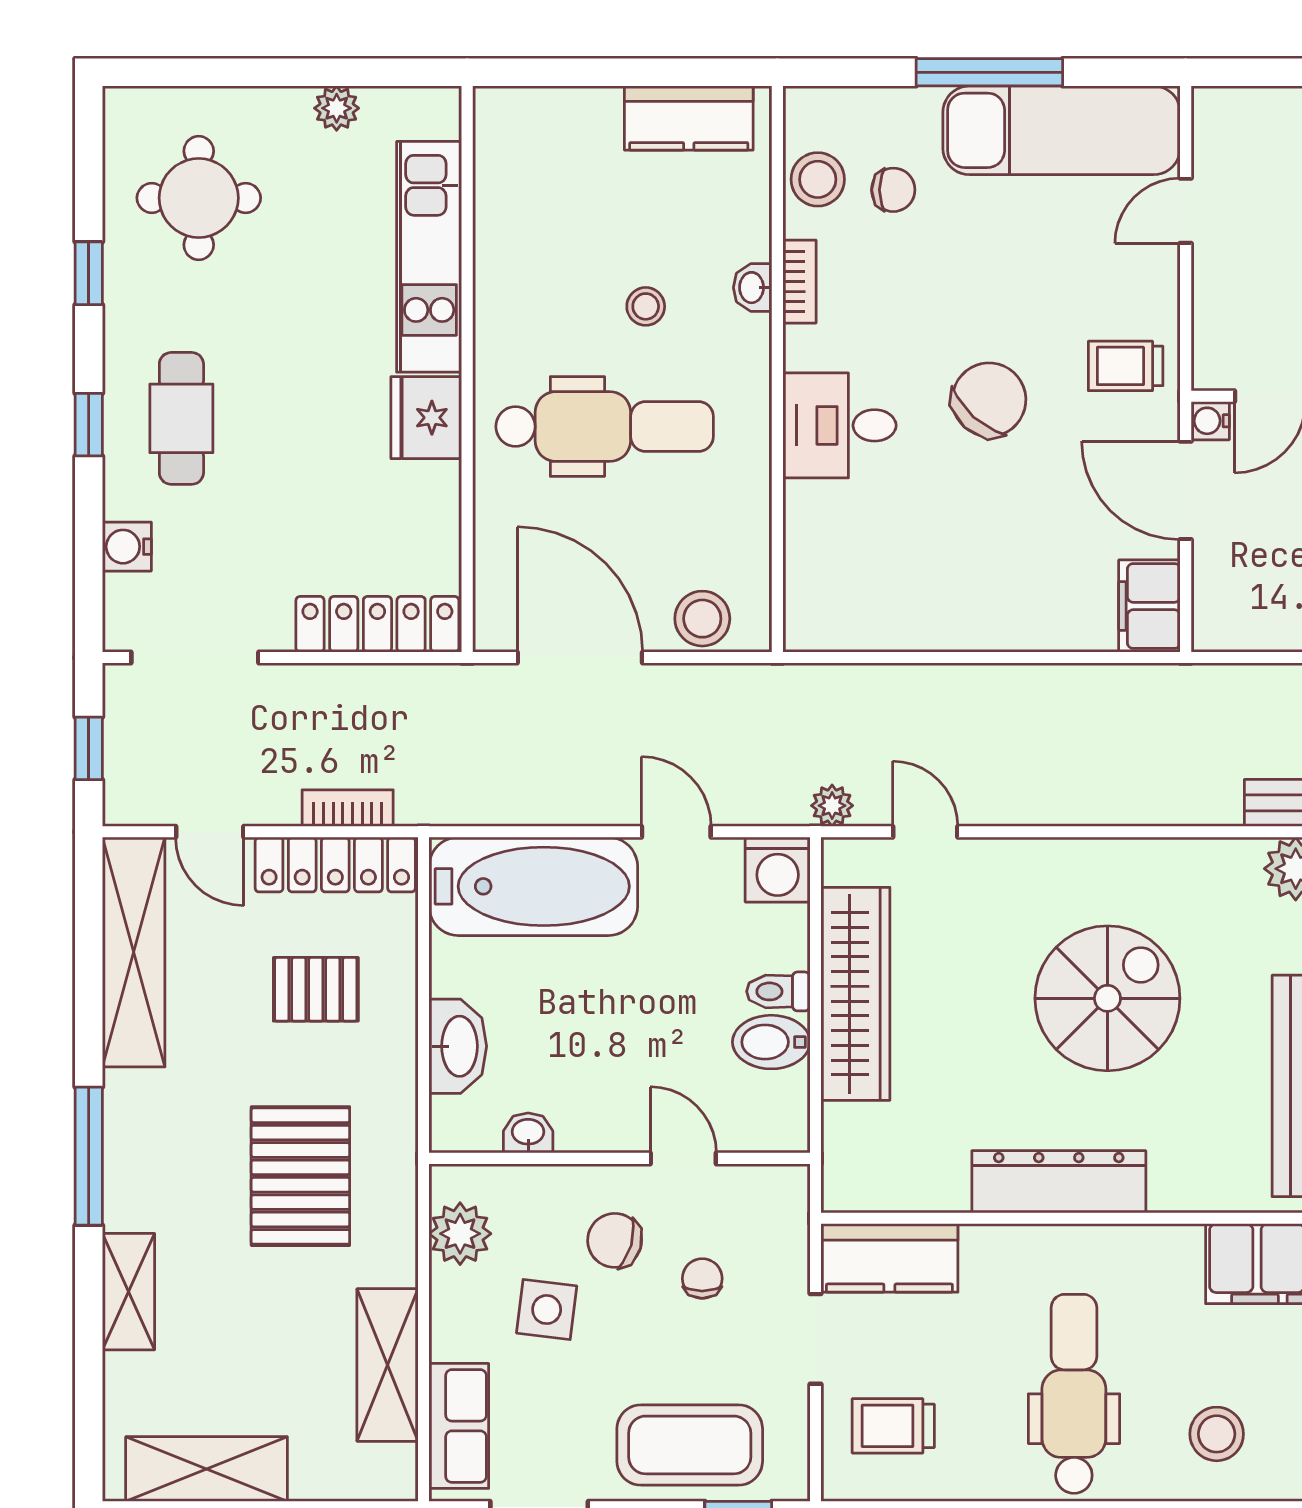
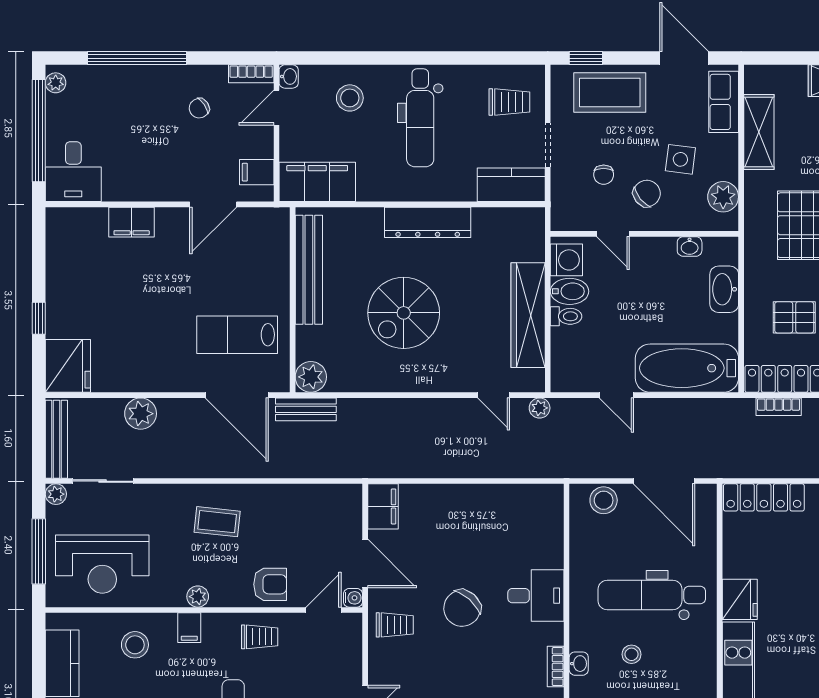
washing machine: (778, 870) -> (566, 260), moved, turned 90
chair: (615, 1240) -> (647, 193), turned -55

